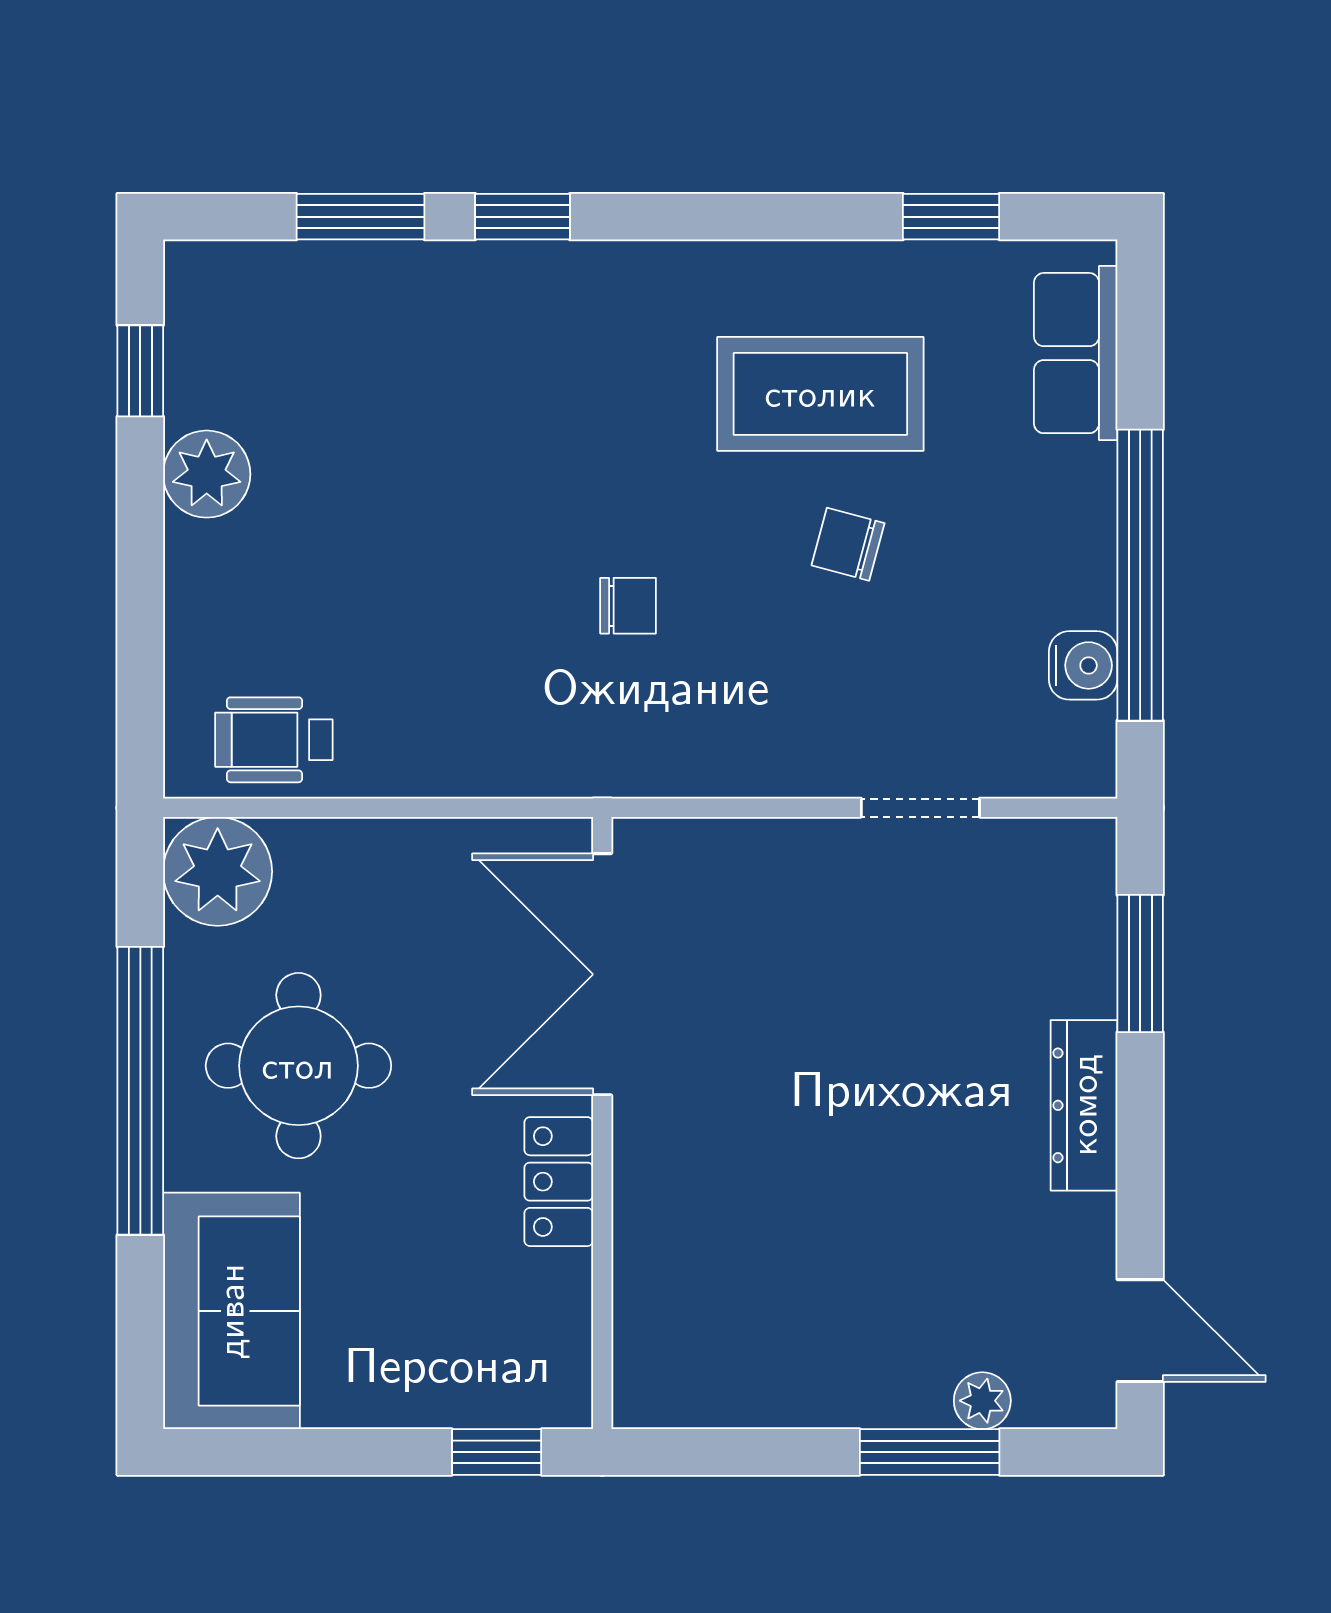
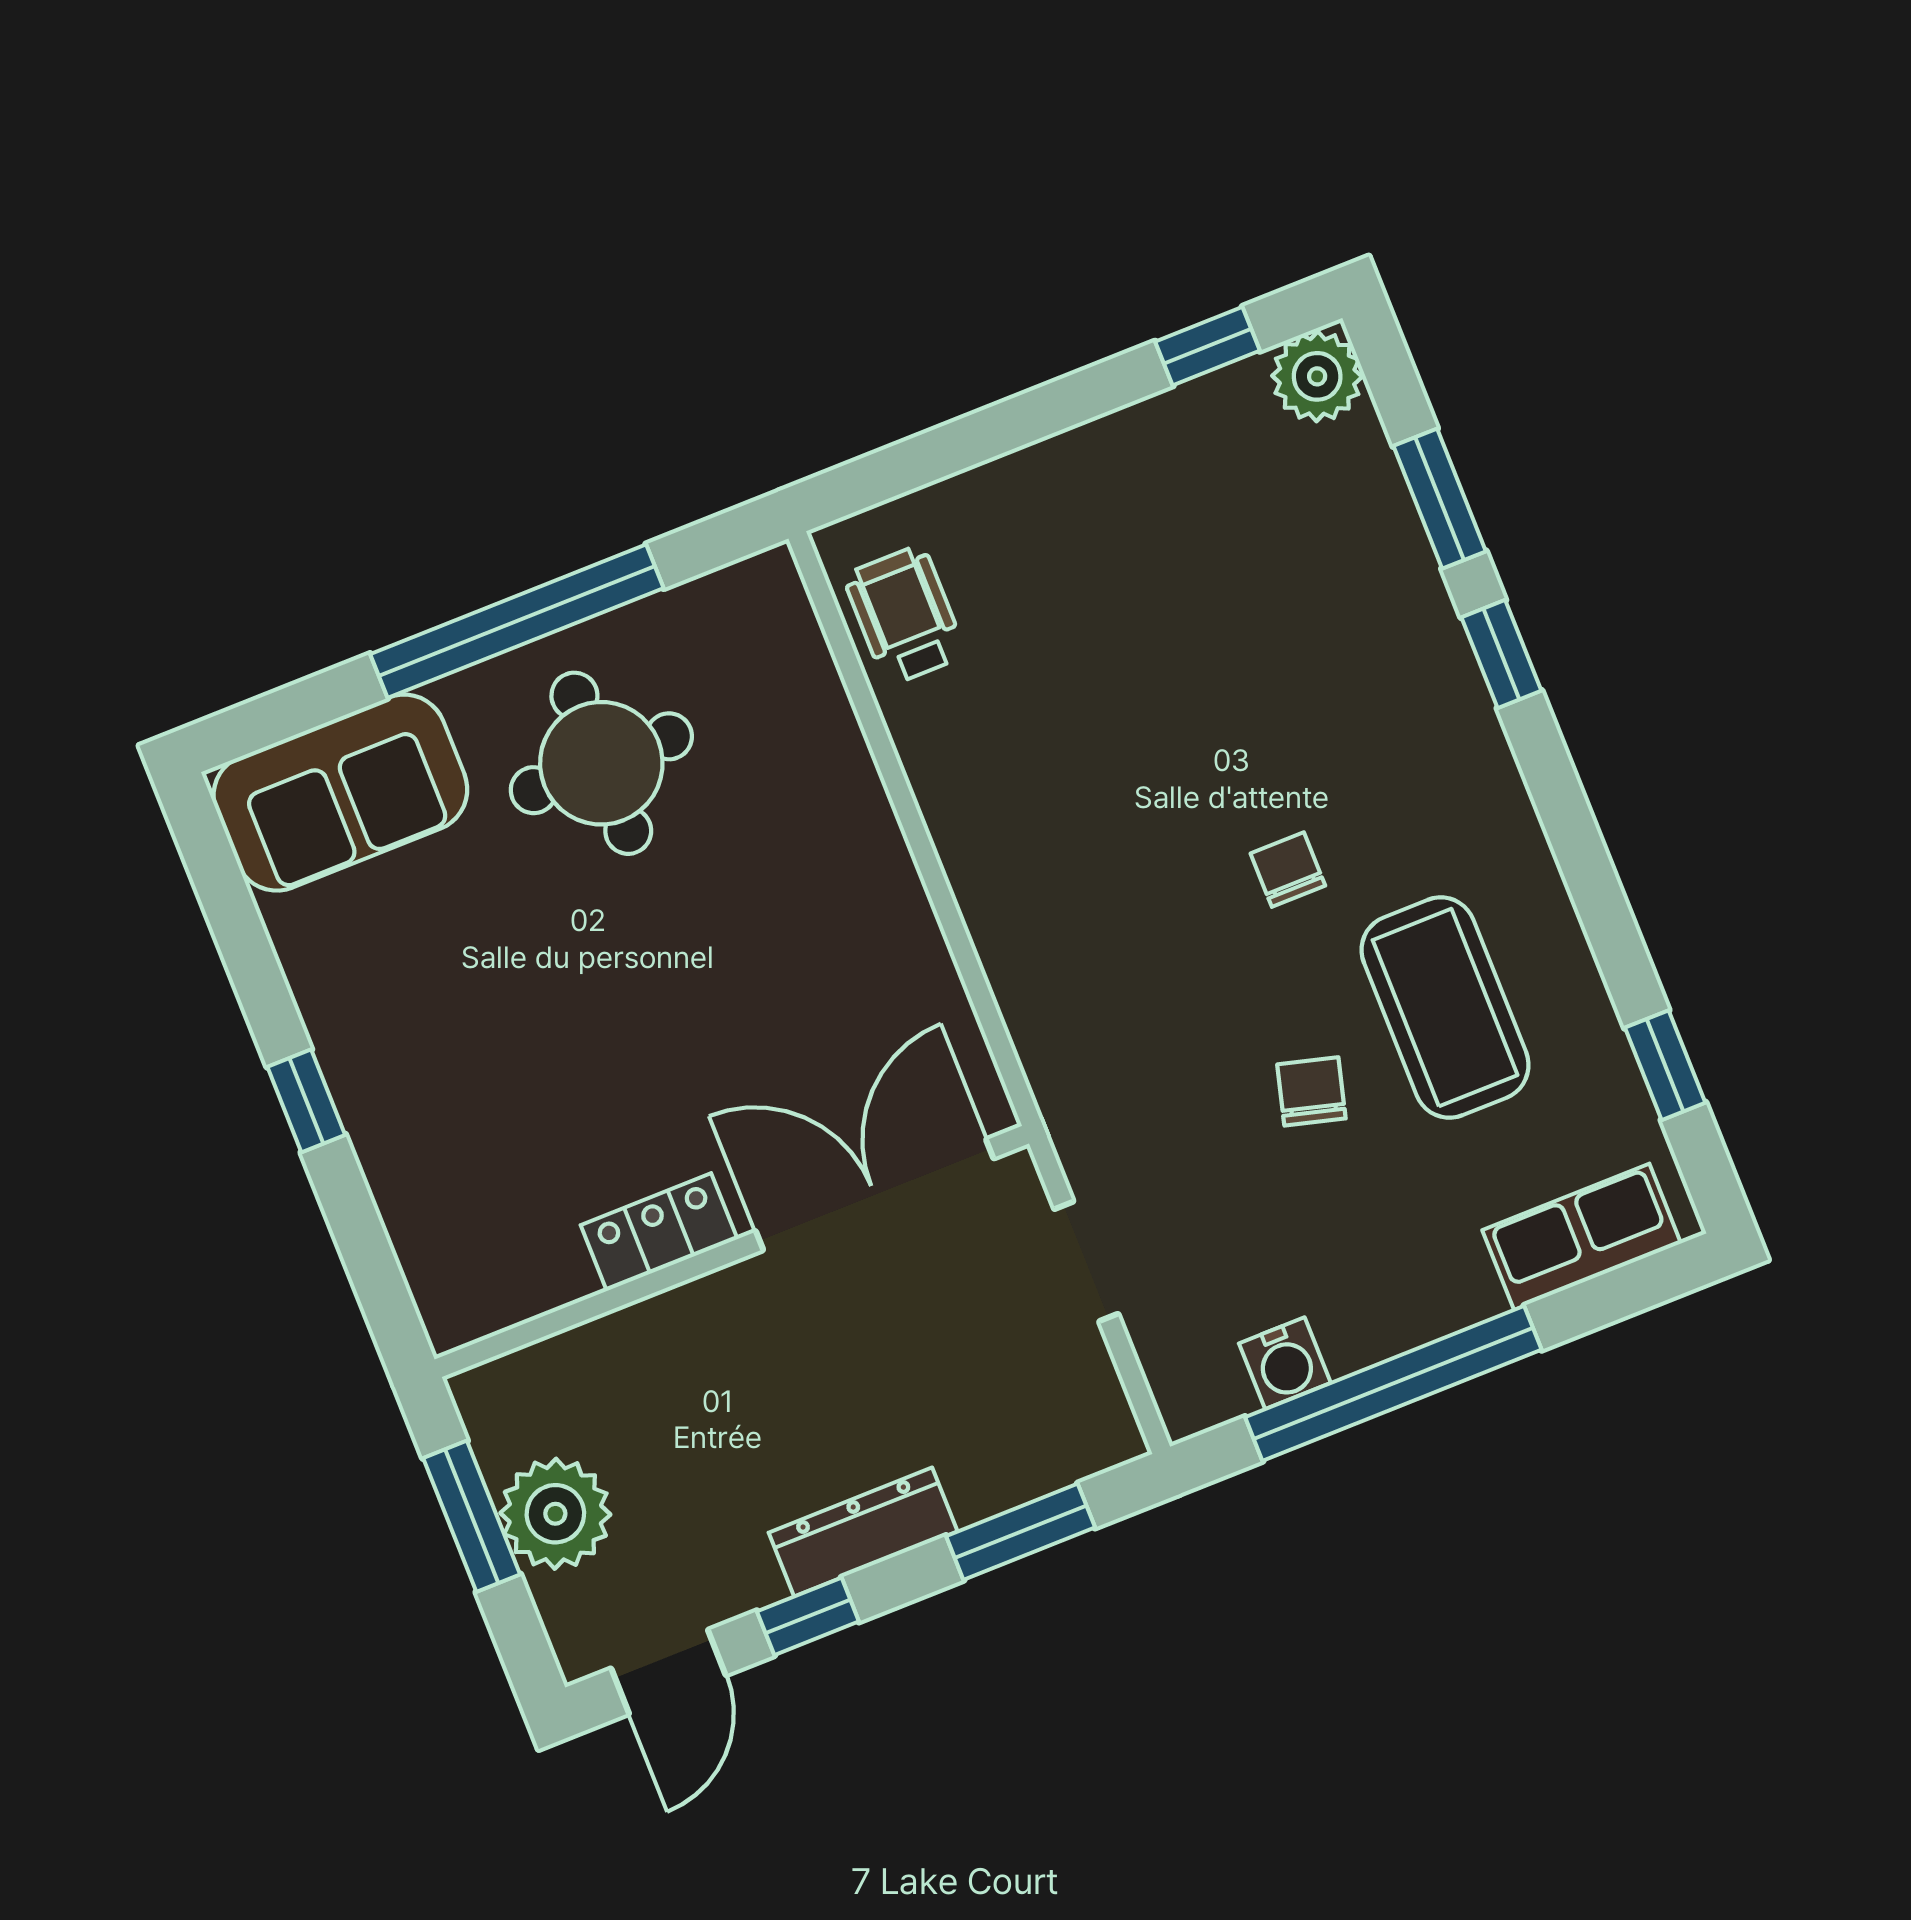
plant: (207, 474) -> (1317, 376), moved
chair: (628, 606) -> (1288, 870), moved, turned 180
plant: (218, 871) -> (757, 611), removed
double door: (602, 974) -> (875, 1195), moved
wall: (602, 1123) -> (732, 1251), moved
locker: (559, 1182) -> (659, 1232), moved
window: (1140, 1185) -> (808, 1616), added
plant: (982, 1401) -> (555, 1514), width x1.88, depth x1.88

